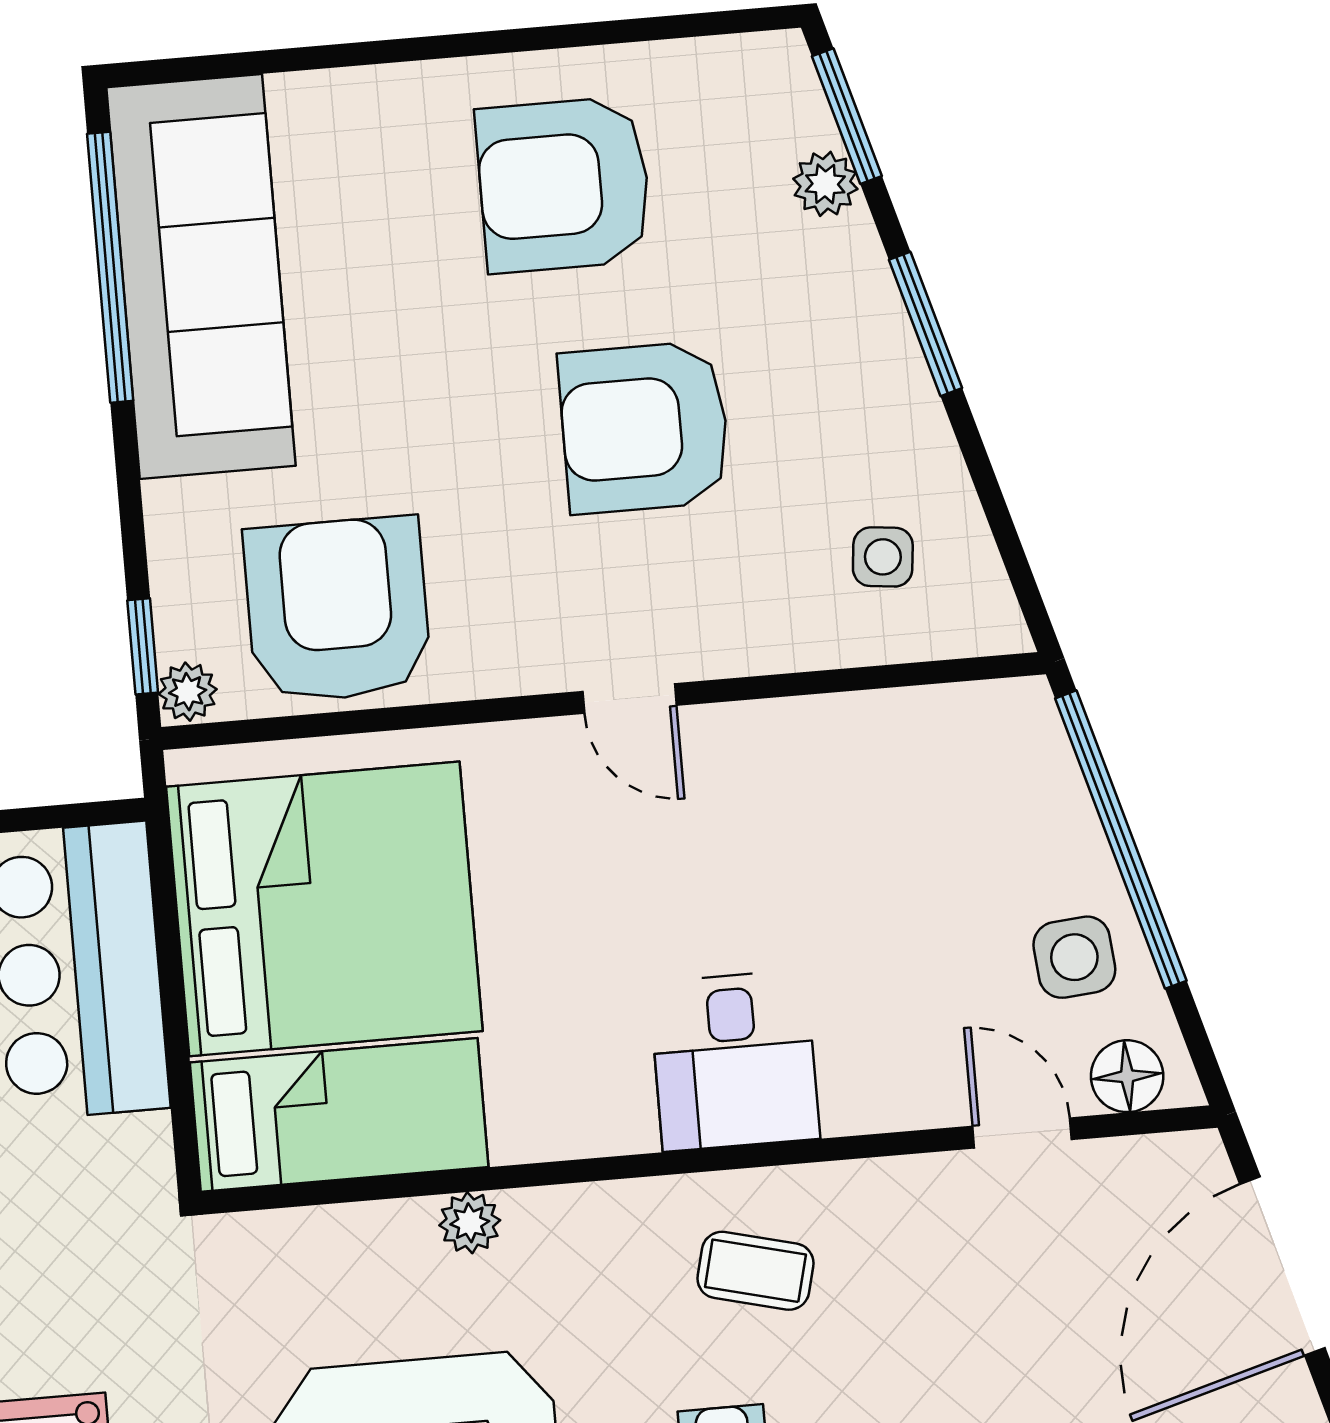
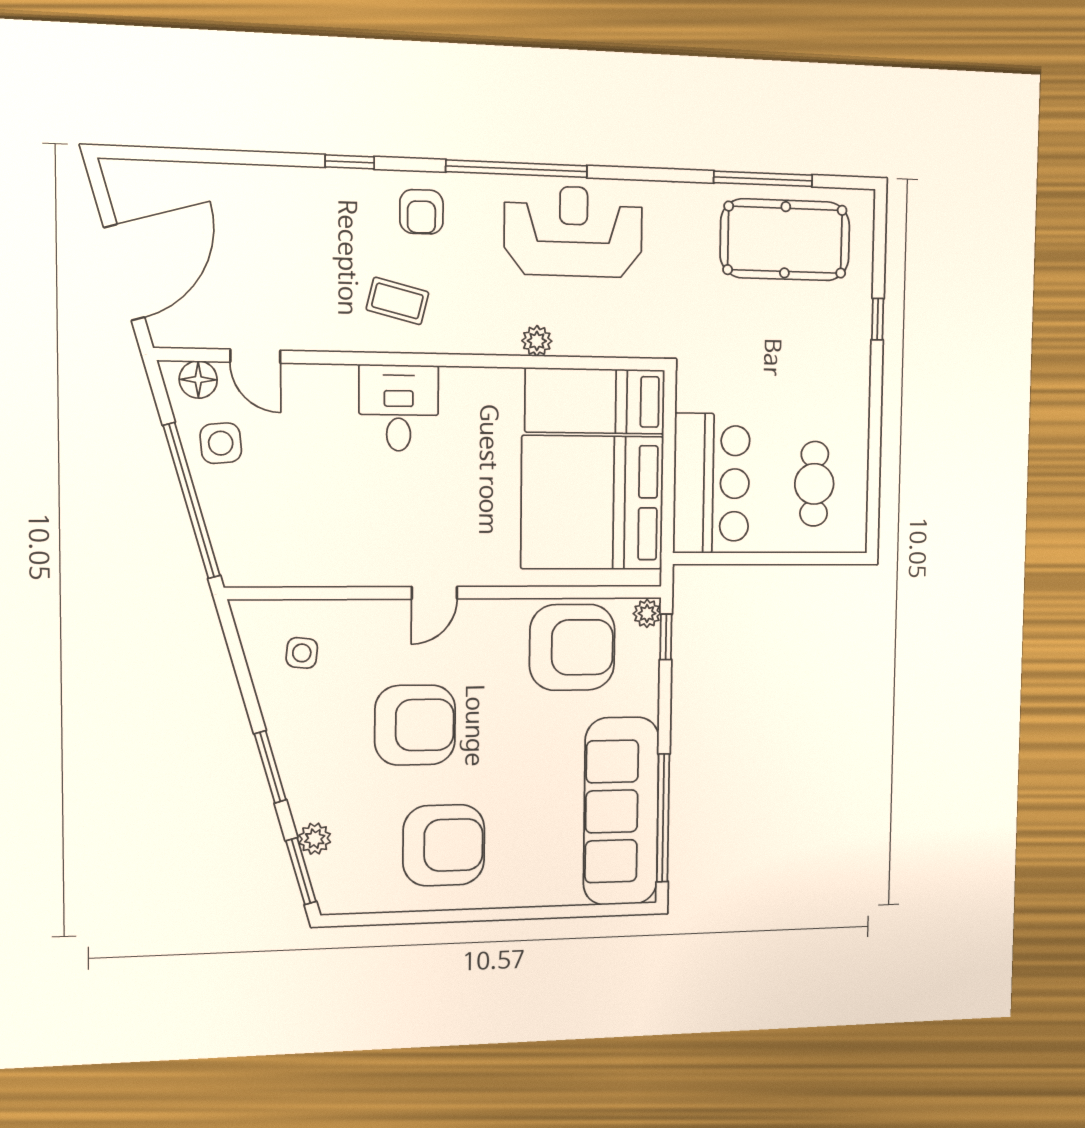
armchair: (337, 610) -> (572, 647), turned -90
door: (630, 698) -> (434, 593), swing flipped

